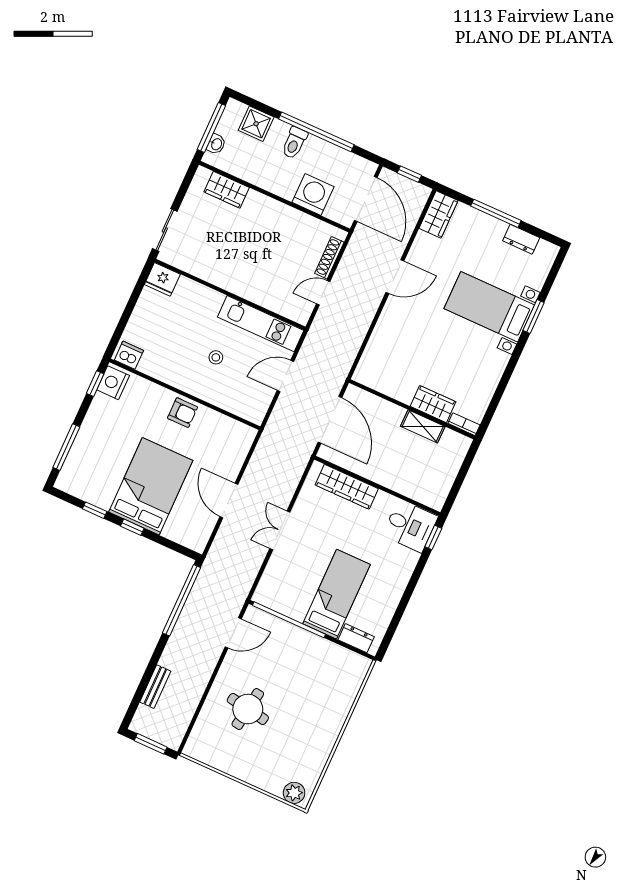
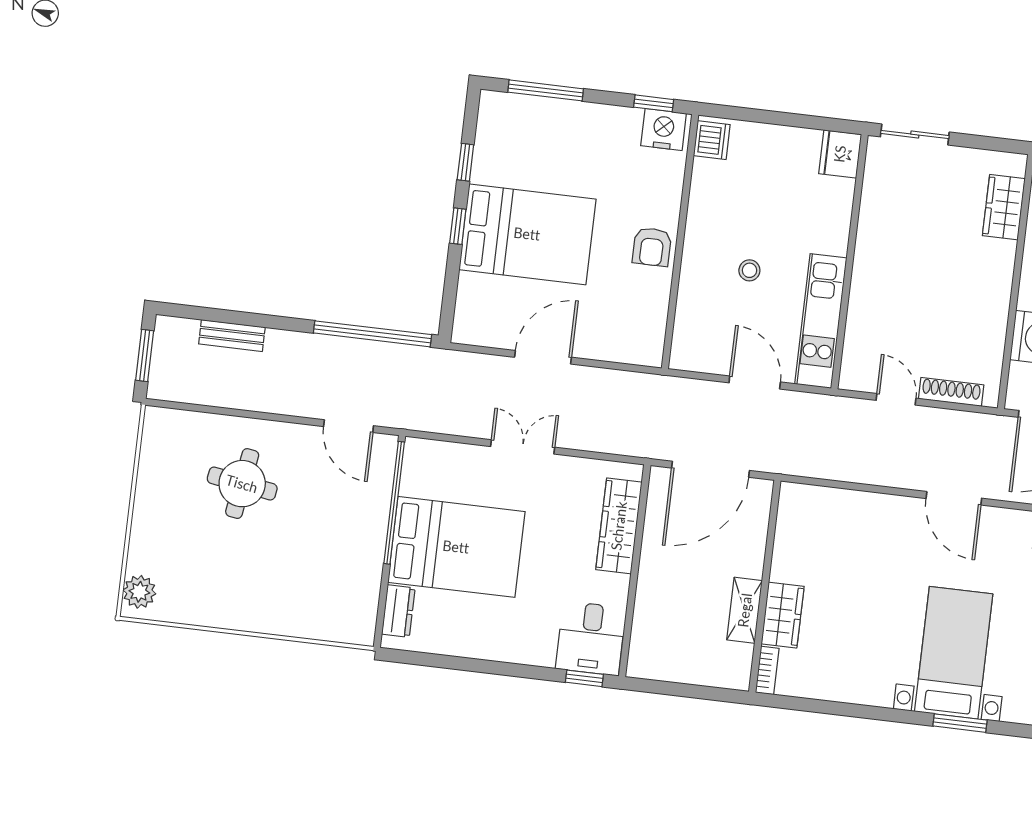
bed: (337, 594) -> (456, 547), width x1.50

